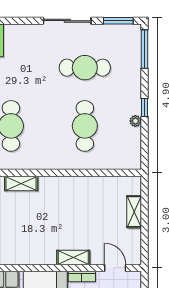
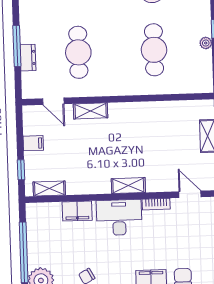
shelving: (73, 257) -> (128, 186), moved

